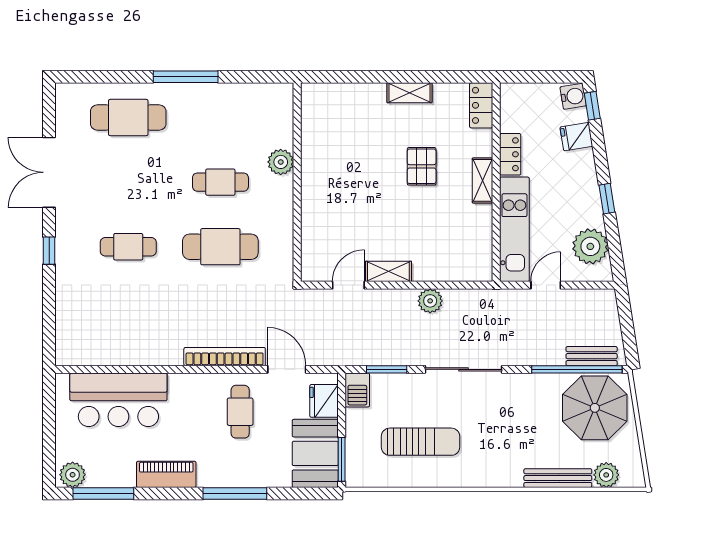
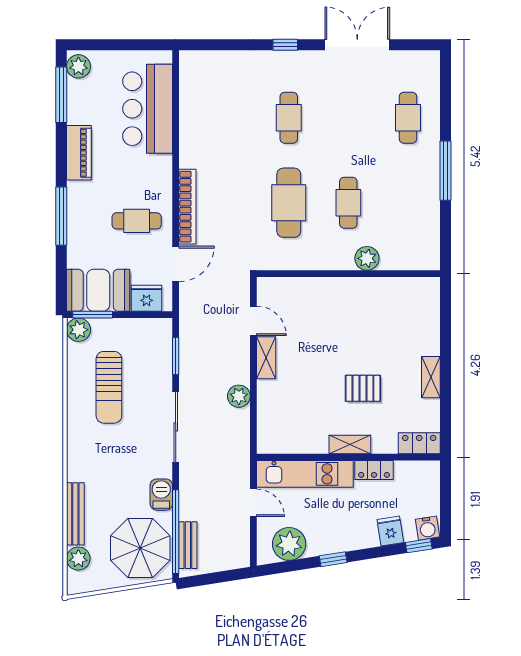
cafe table: (128, 117) -> (408, 118), width x0.73, depth x0.74
barbecue: (357, 390) -> (161, 495), moved, turned 90
plant: (358, 475) -> (79, 330), added

